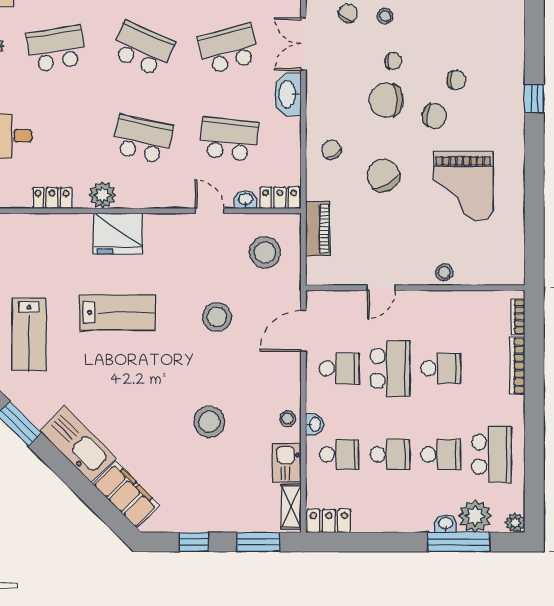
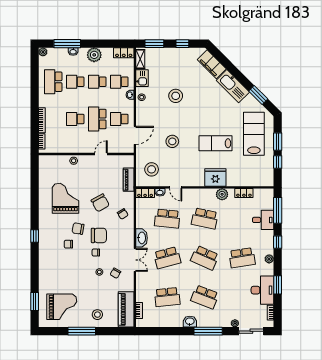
lab bench: (29, 334) -> (254, 134), width x1.36, depth x1.39
plant: (475, 516) -> (94, 55), moved

